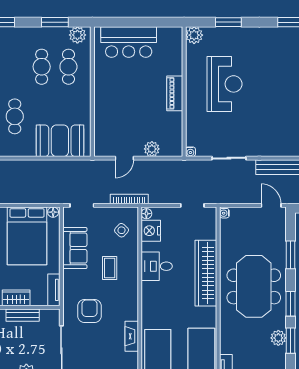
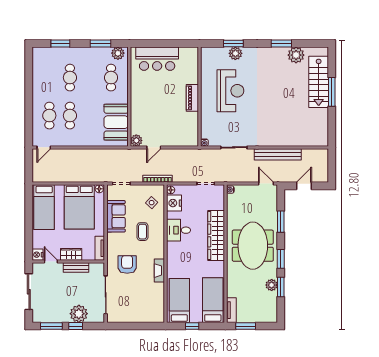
plant: (194, 35) -> (235, 53), moved
cafe table: (42, 67) -> (70, 78), moved
booth: (60, 141) -> (116, 122), moved, turned 90
plant: (152, 149) -> (136, 140), moved
fireplace: (132, 336) -> (159, 271), moved

